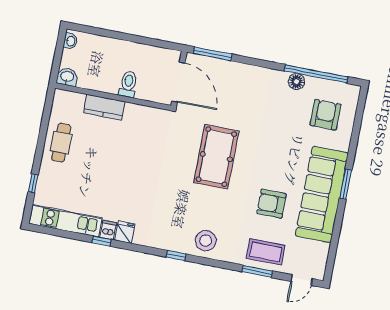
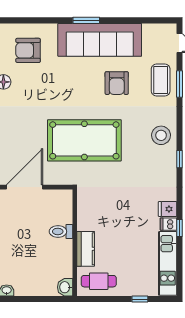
washbasin: (67, 77) -> (65, 287), moved
toilet: (128, 84) -> (61, 231), moved
wall: (113, 97) -> (75, 243), moved
kitchen counter: (104, 107) -> (86, 249), moved
pool table: (216, 157) -> (84, 140), width x1.36, depth x1.32

